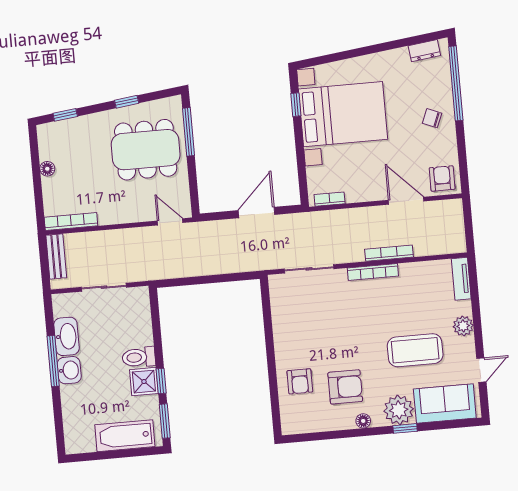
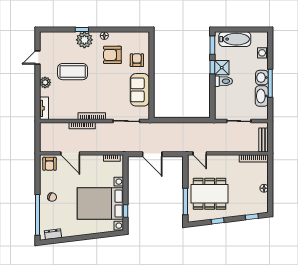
door: (257, 212) -> (152, 154), hinge flipped
sofa: (445, 404) -> (140, 90), moved, turned 90
washing machine: (71, 415) -> (263, 53), added

